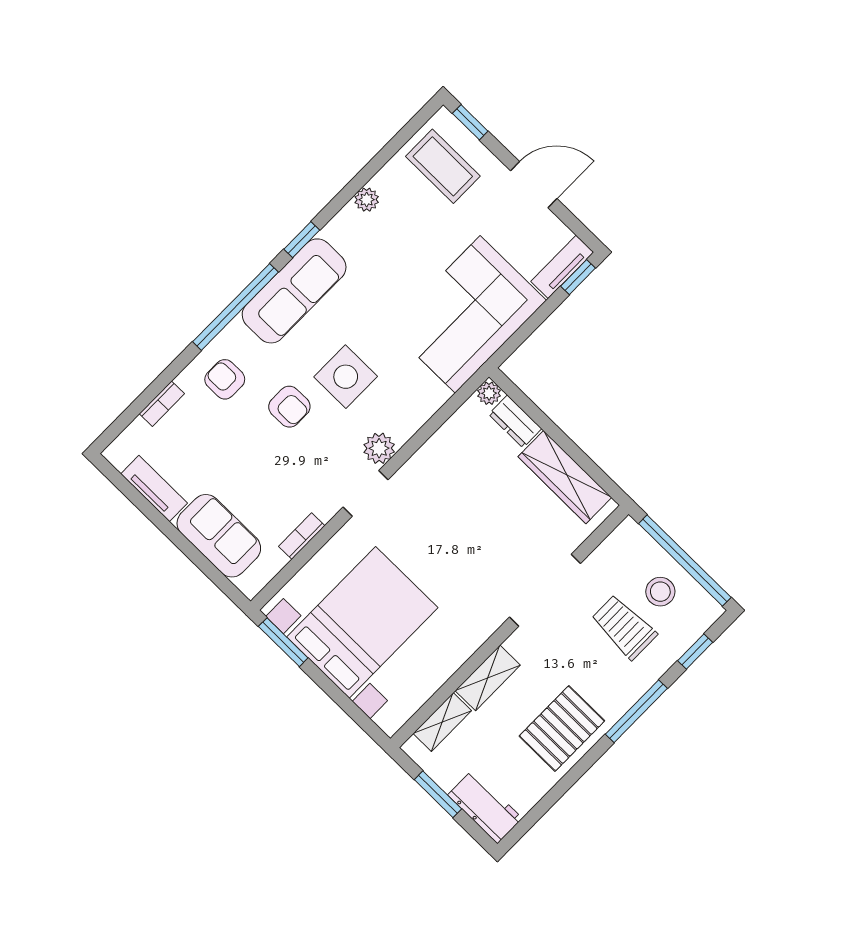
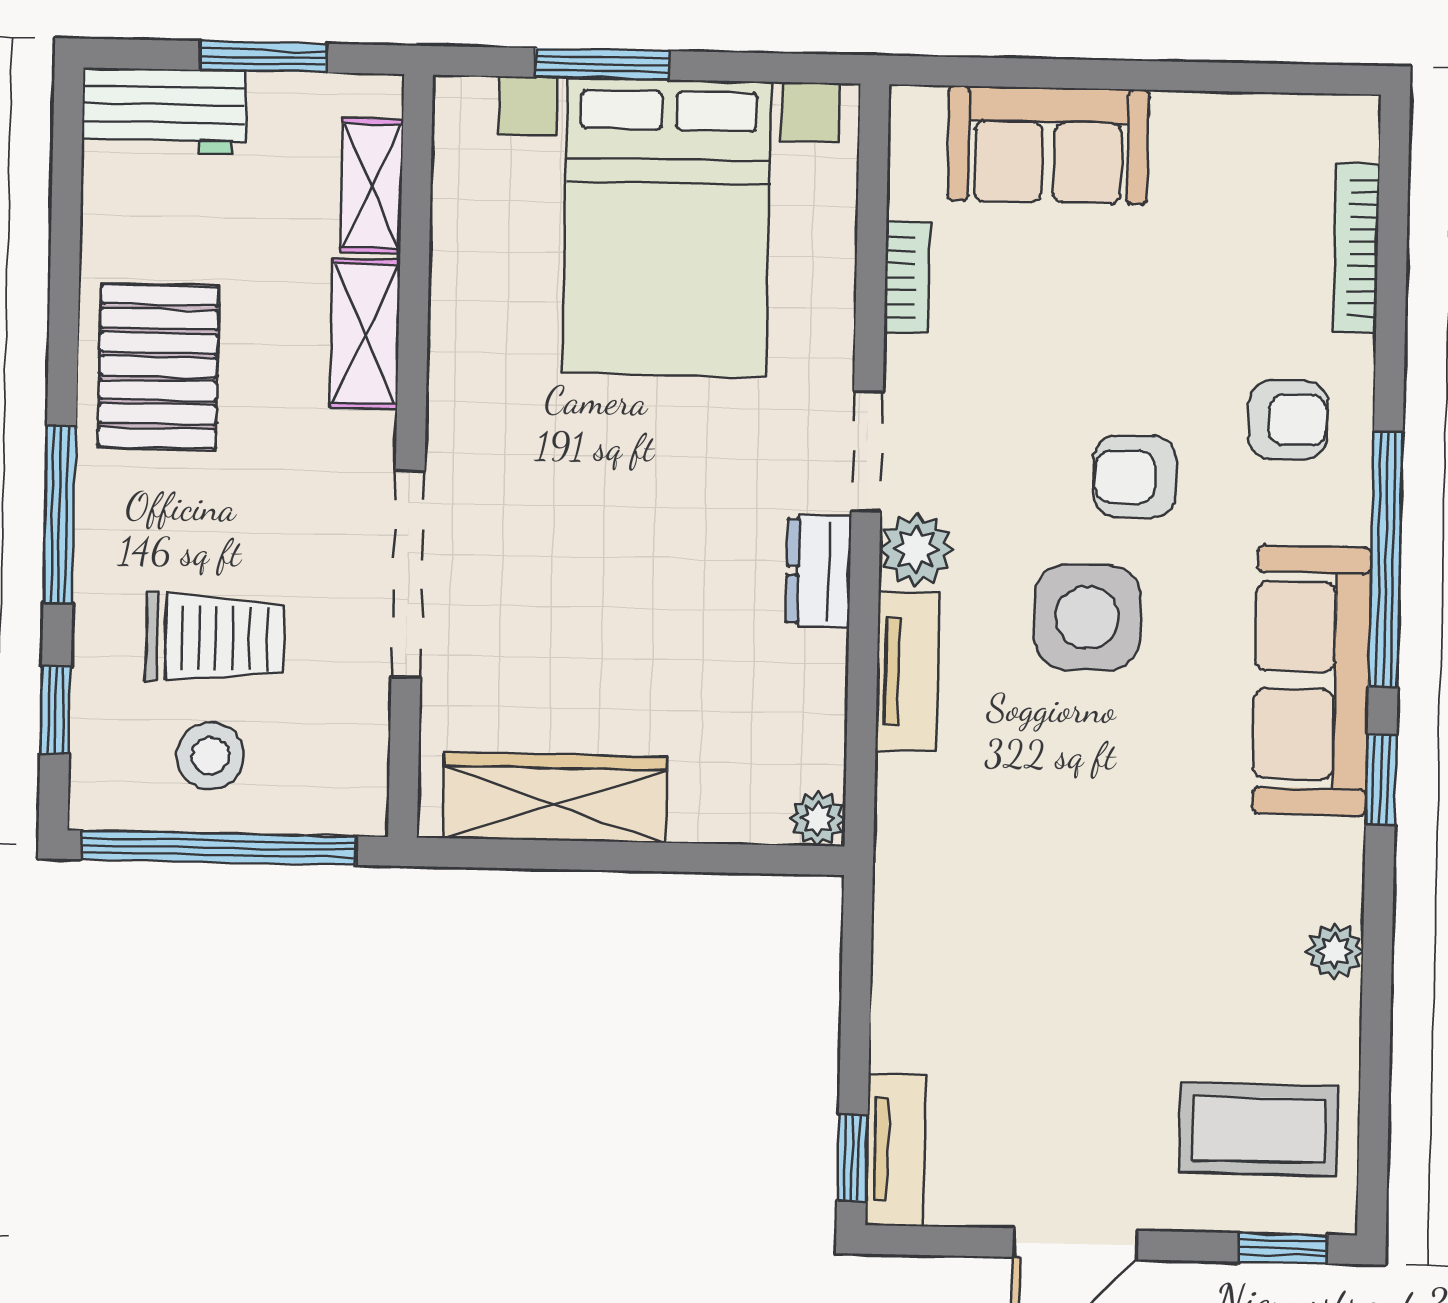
corner sofa: (468, 314) -> (980, 918), removed
bookcase: (162, 404) -> (1357, 248), width x1.56
dresser: (515, 421) -> (819, 571), moved, turned -90
tv unit: (154, 488) -> (907, 672), moved, turned -90
window: (283, 642) -> (602, 64), moved

